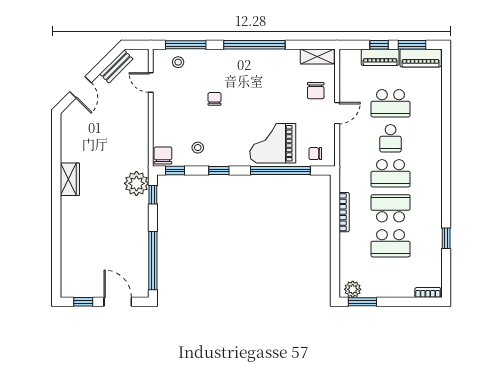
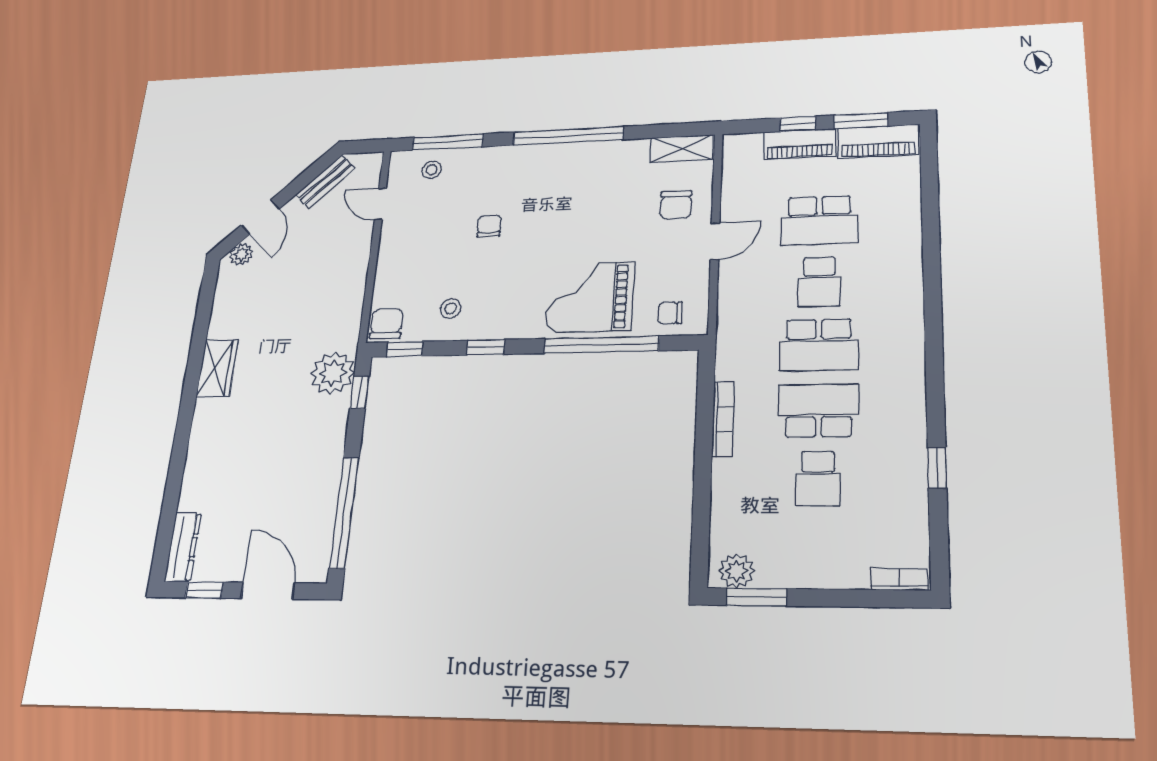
plant: (73, 110) -> (241, 254), added
school desk: (391, 243) -> (818, 478), width x0.54
dresser: (68, 279) -> (183, 547), added

